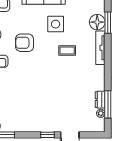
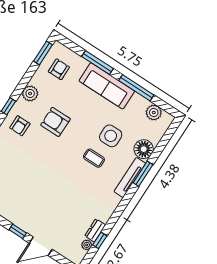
window: (108, 23) -> (143, 174), moved
side table: (56, 24) -> (111, 136), moved
window: (108, 104) -> (100, 240), width x0.46

